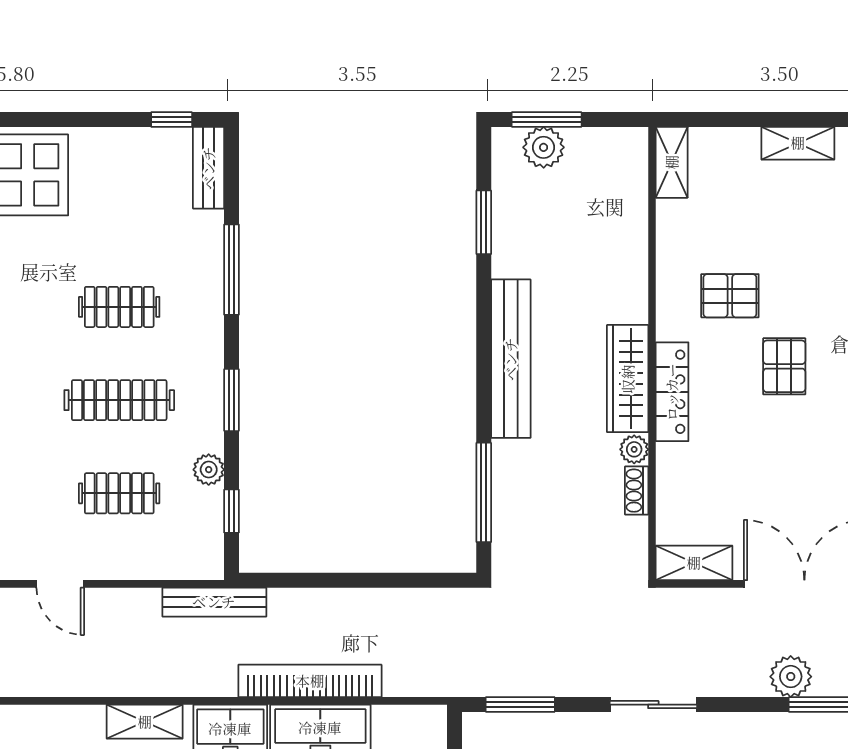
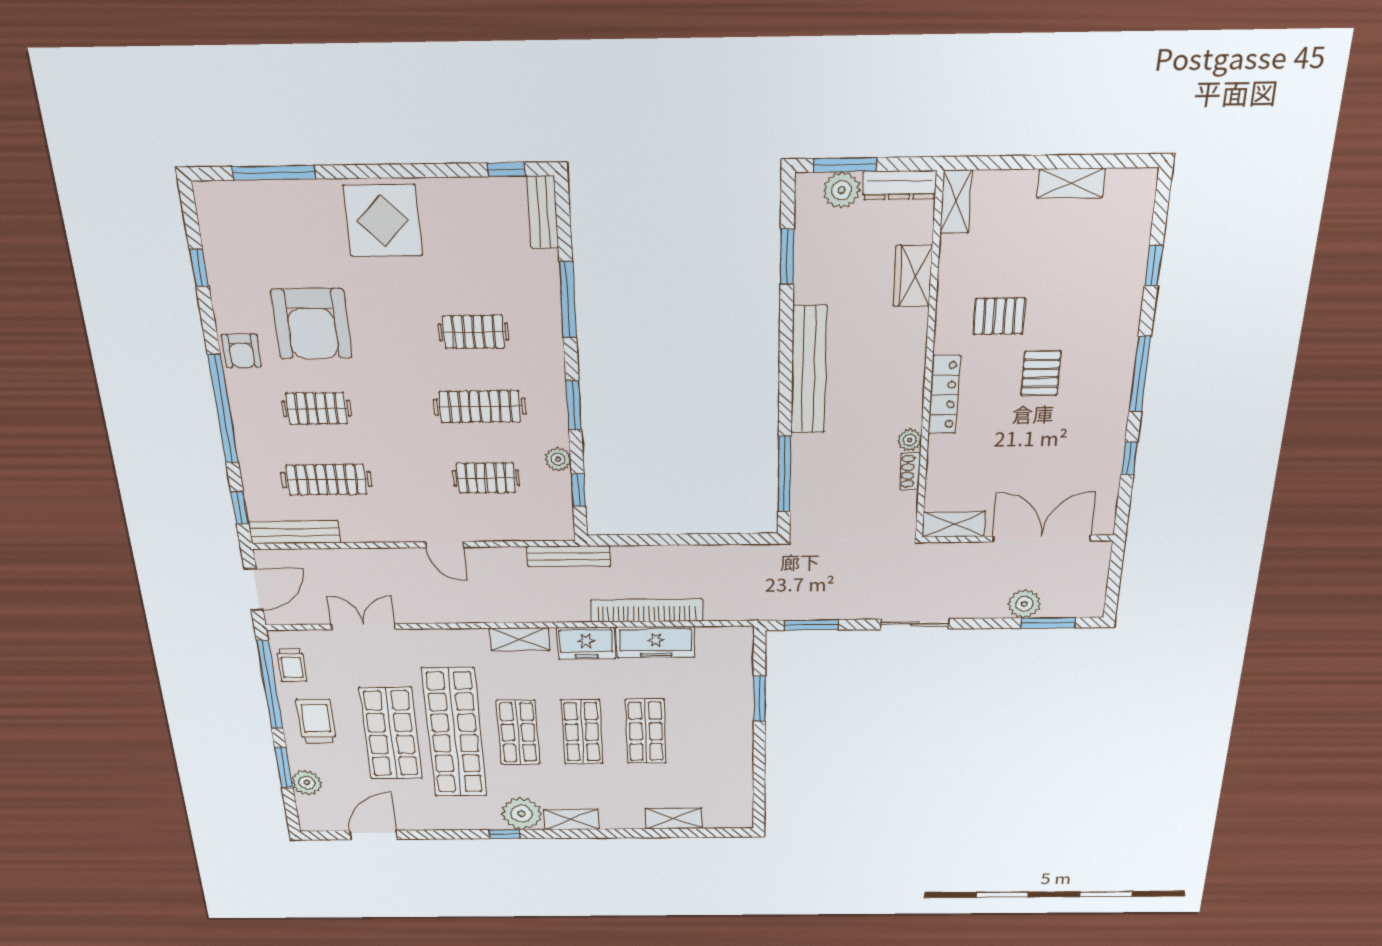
dresser: (608, 143) -> (899, 185), added
wardrobe: (628, 379) -> (913, 276), moved, width x0.67

